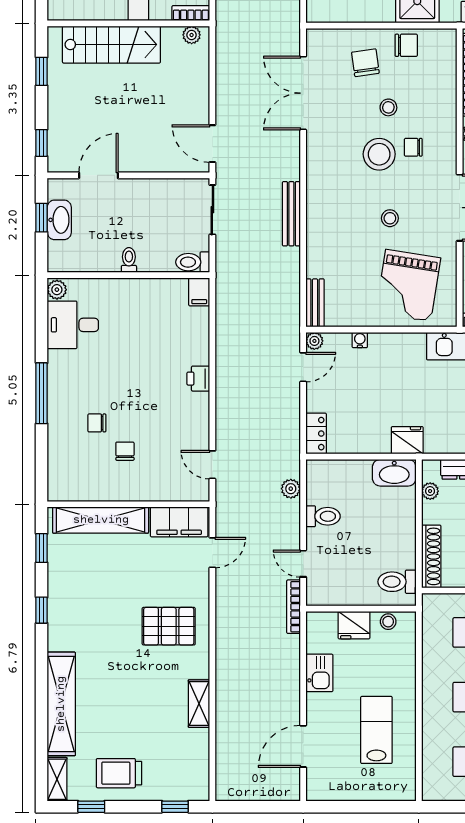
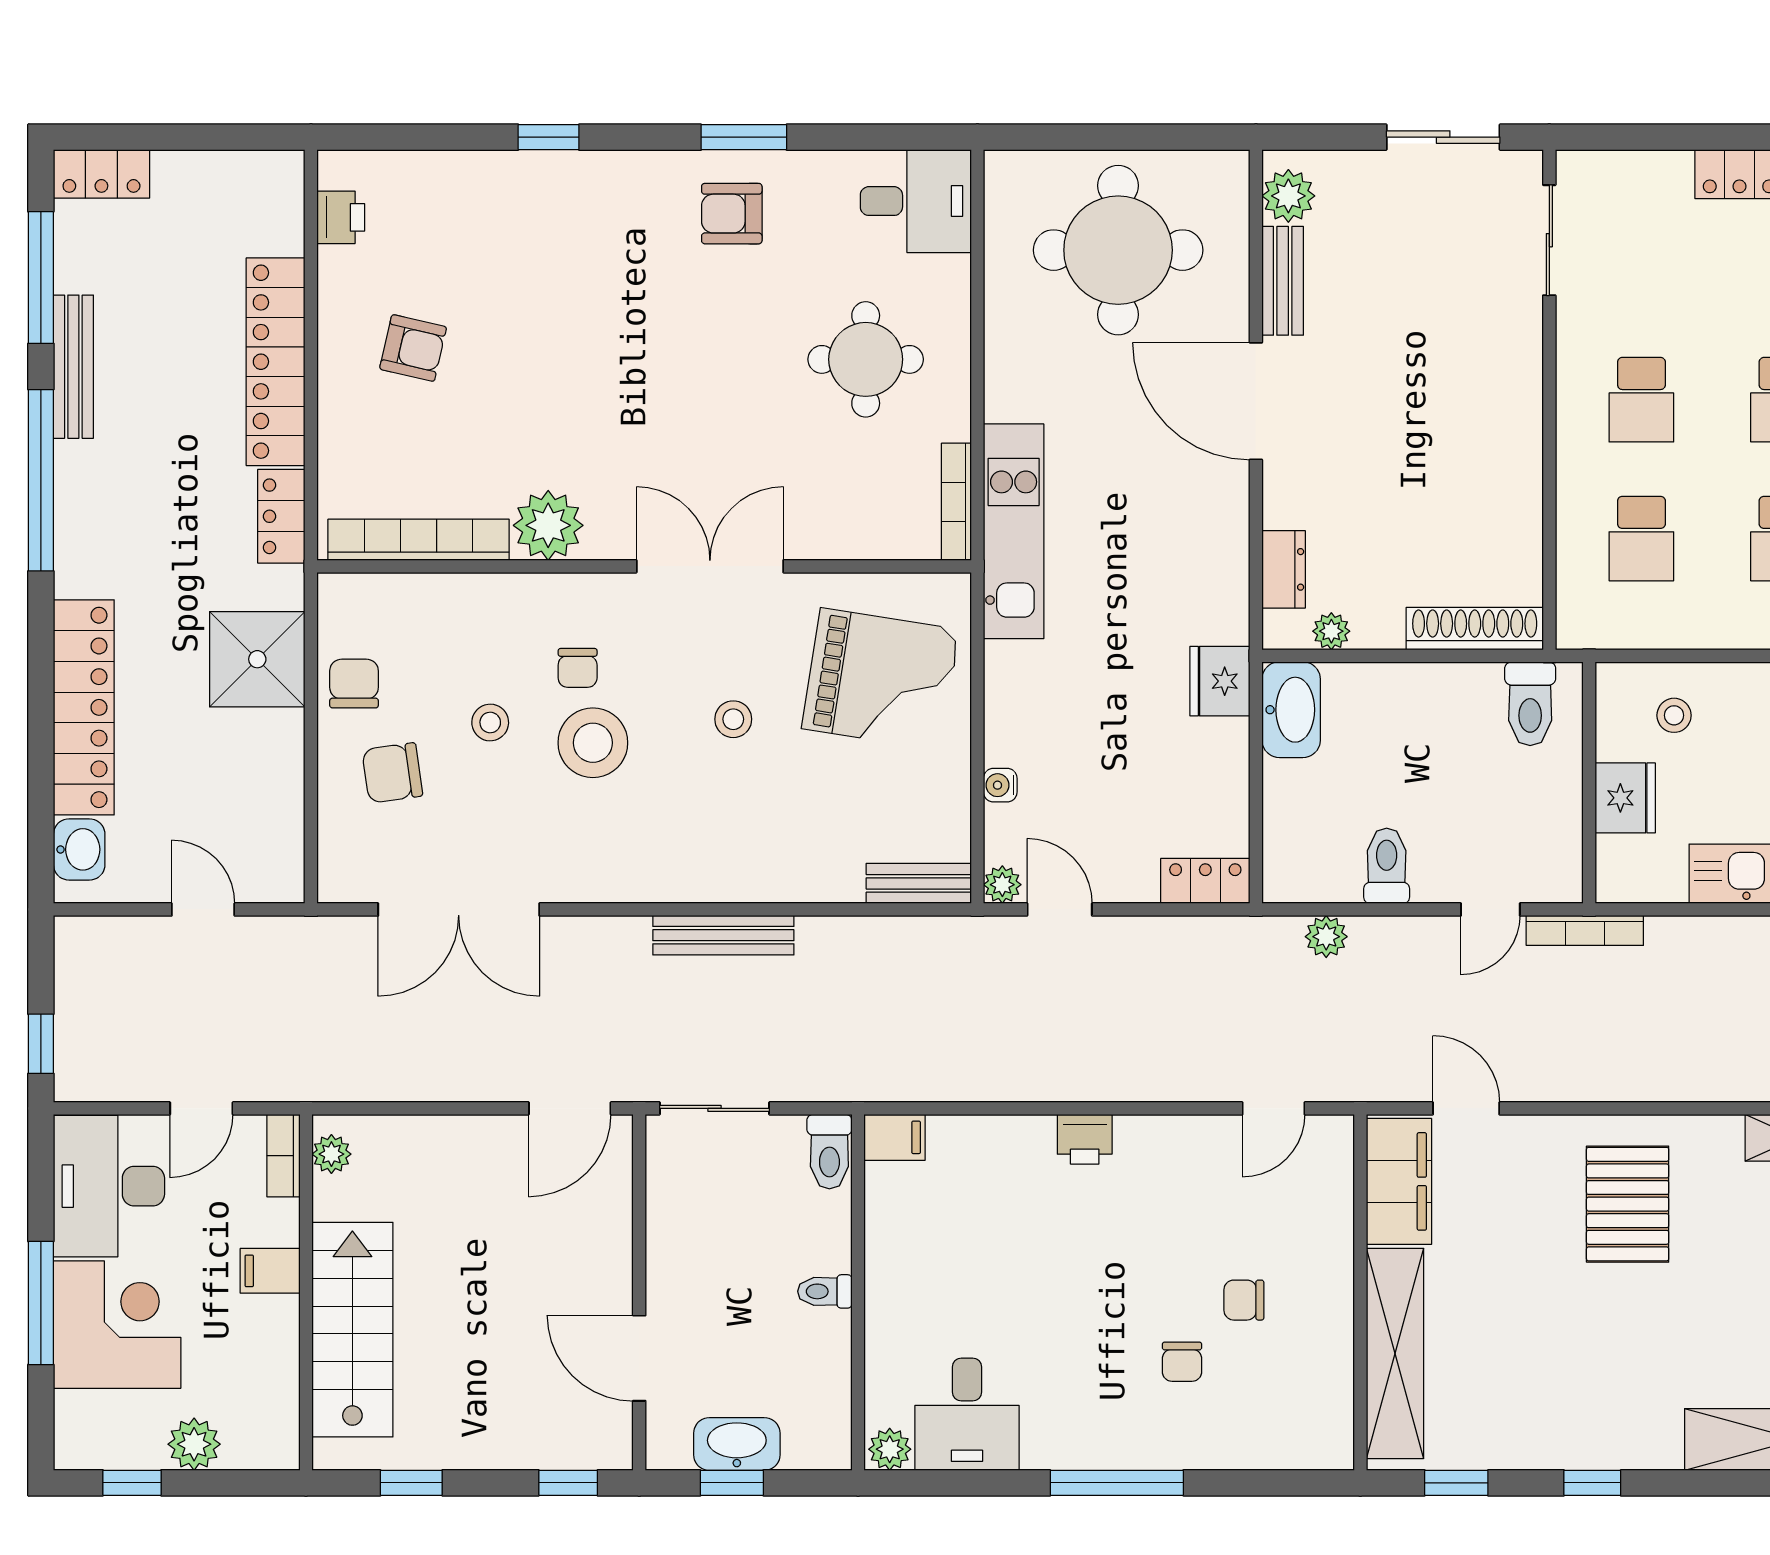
stool: (388, 622) -> (1674, 715), moved

